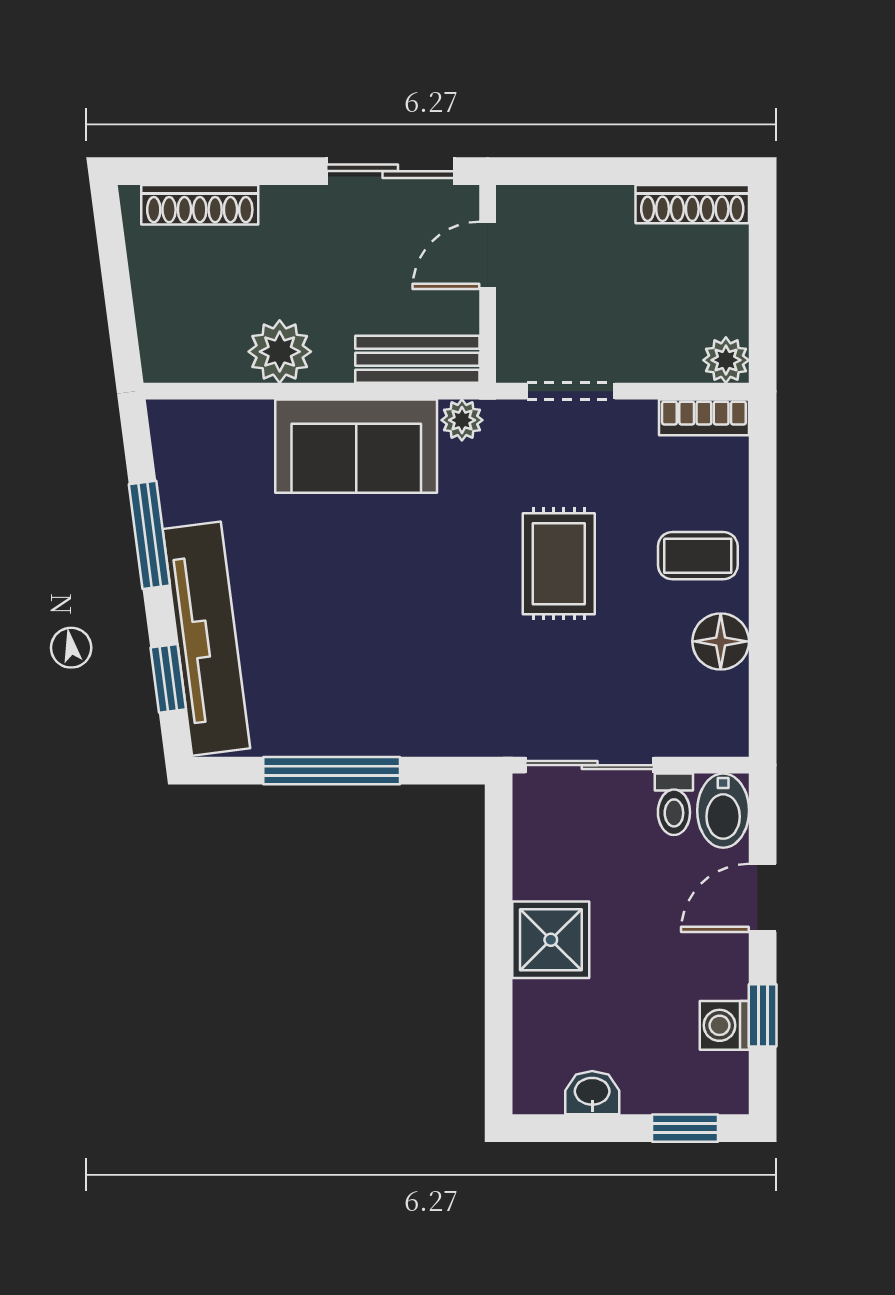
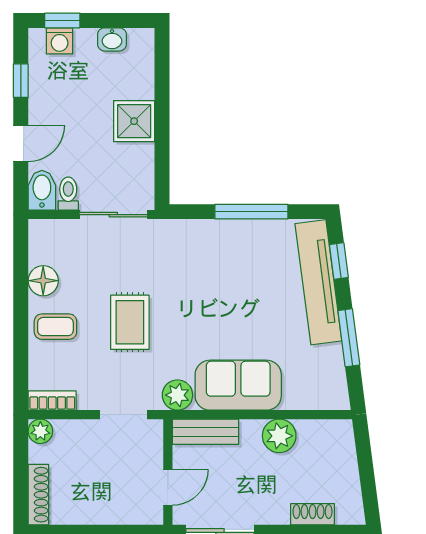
shoe rack: (692, 204) -> (38, 495), moved, turned 90
shoe rack: (200, 205) -> (313, 514), width x0.70
plant: (462, 420) -> (177, 395), width x1.38, depth x1.38
washing machine: (724, 1025) -> (60, 41), moved, turned 90

